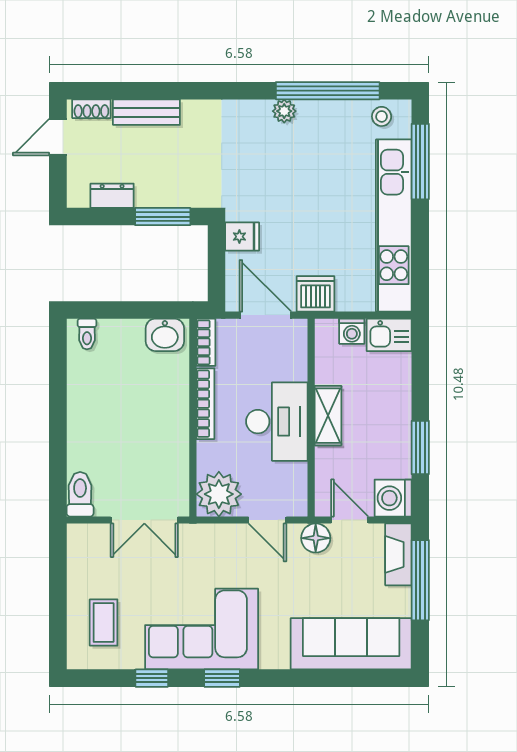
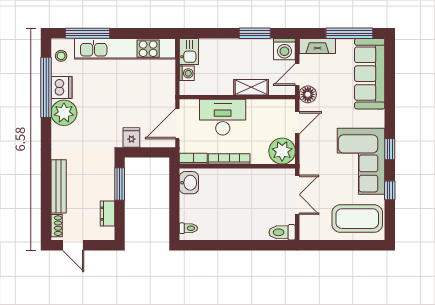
plant: (284, 111) -> (64, 113), width x1.88, depth x1.88
bench: (146, 112) -> (59, 186), width x1.36
dishwasher: (316, 294) -> (61, 88), moved, turned 180
shelving: (328, 416) -> (251, 87), moved
desk: (277, 422) -> (223, 117), moved
window: (420, 580) -> (349, 33), moved
coffee table: (104, 623) -> (357, 219), width x1.86, depth x1.72

